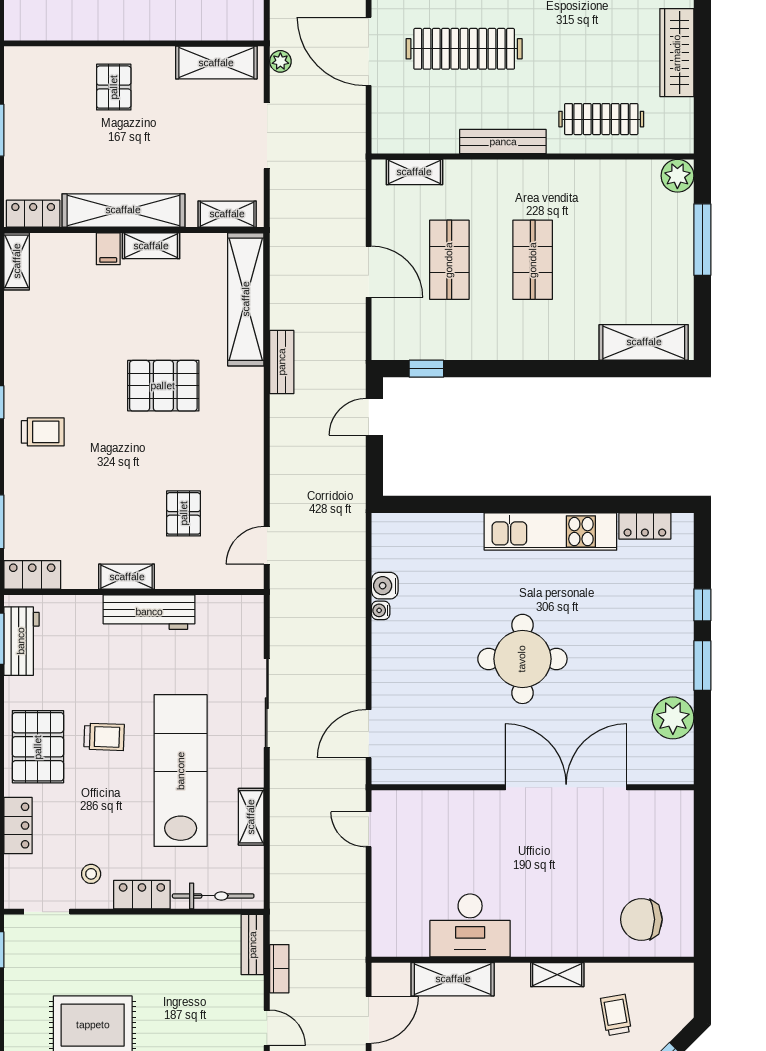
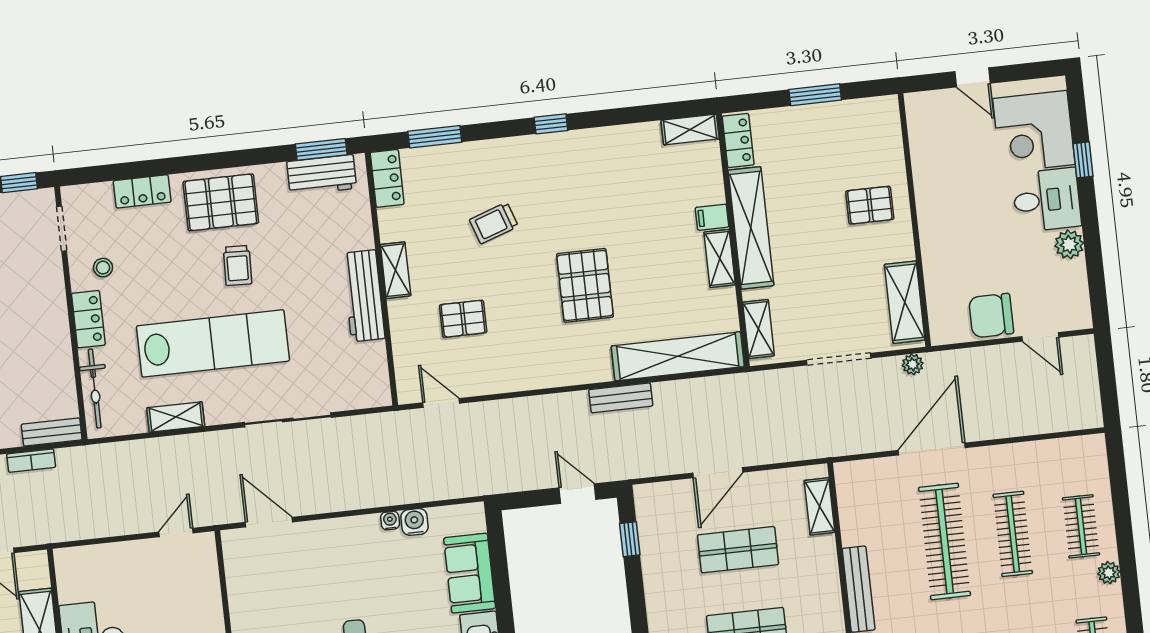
trolley: (43, 432) -> (494, 223), moved, turned 71
sofa: (443, 535) -> (470, 573), added

